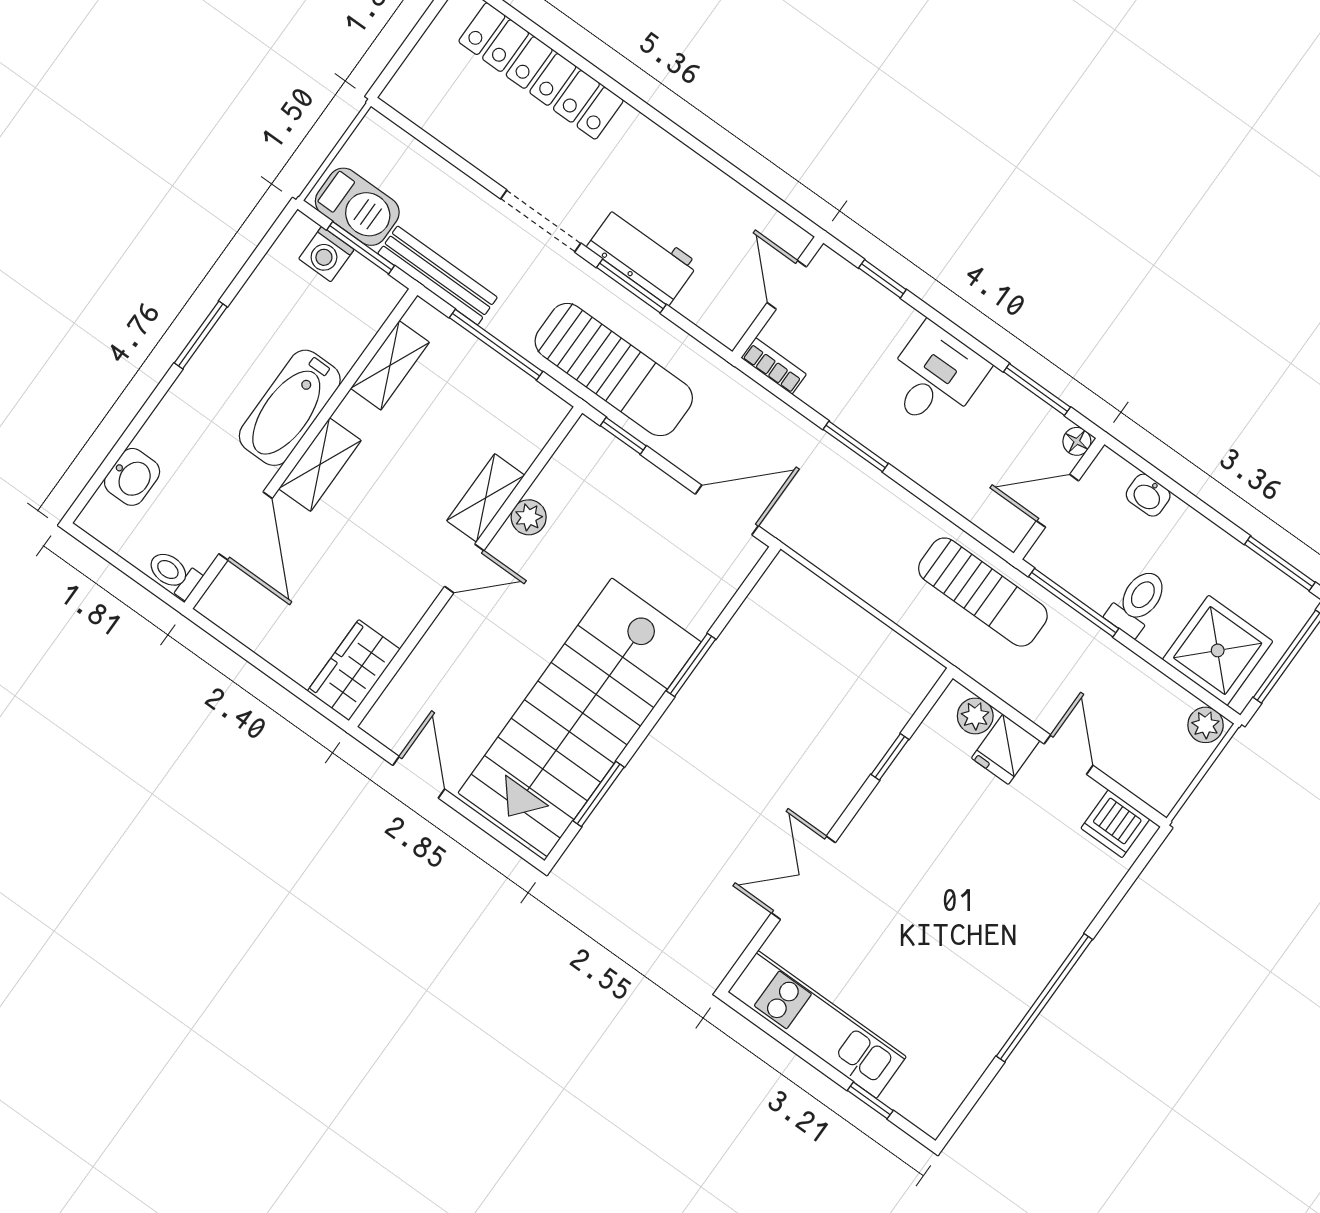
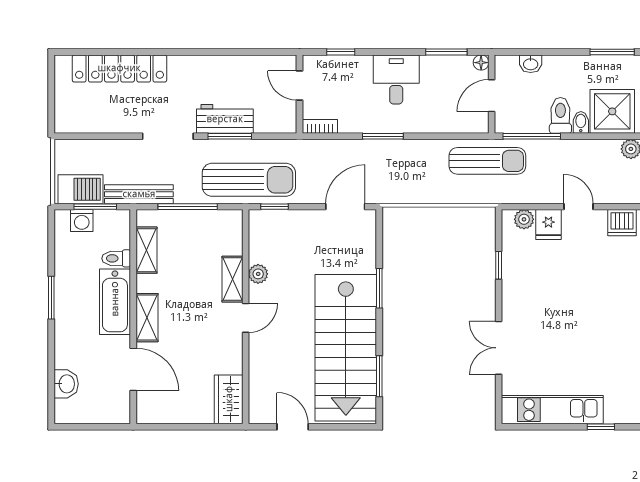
toilet: (174, 574) -> (116, 258), moved
bidet: (1160, 634) -> (581, 122), added

